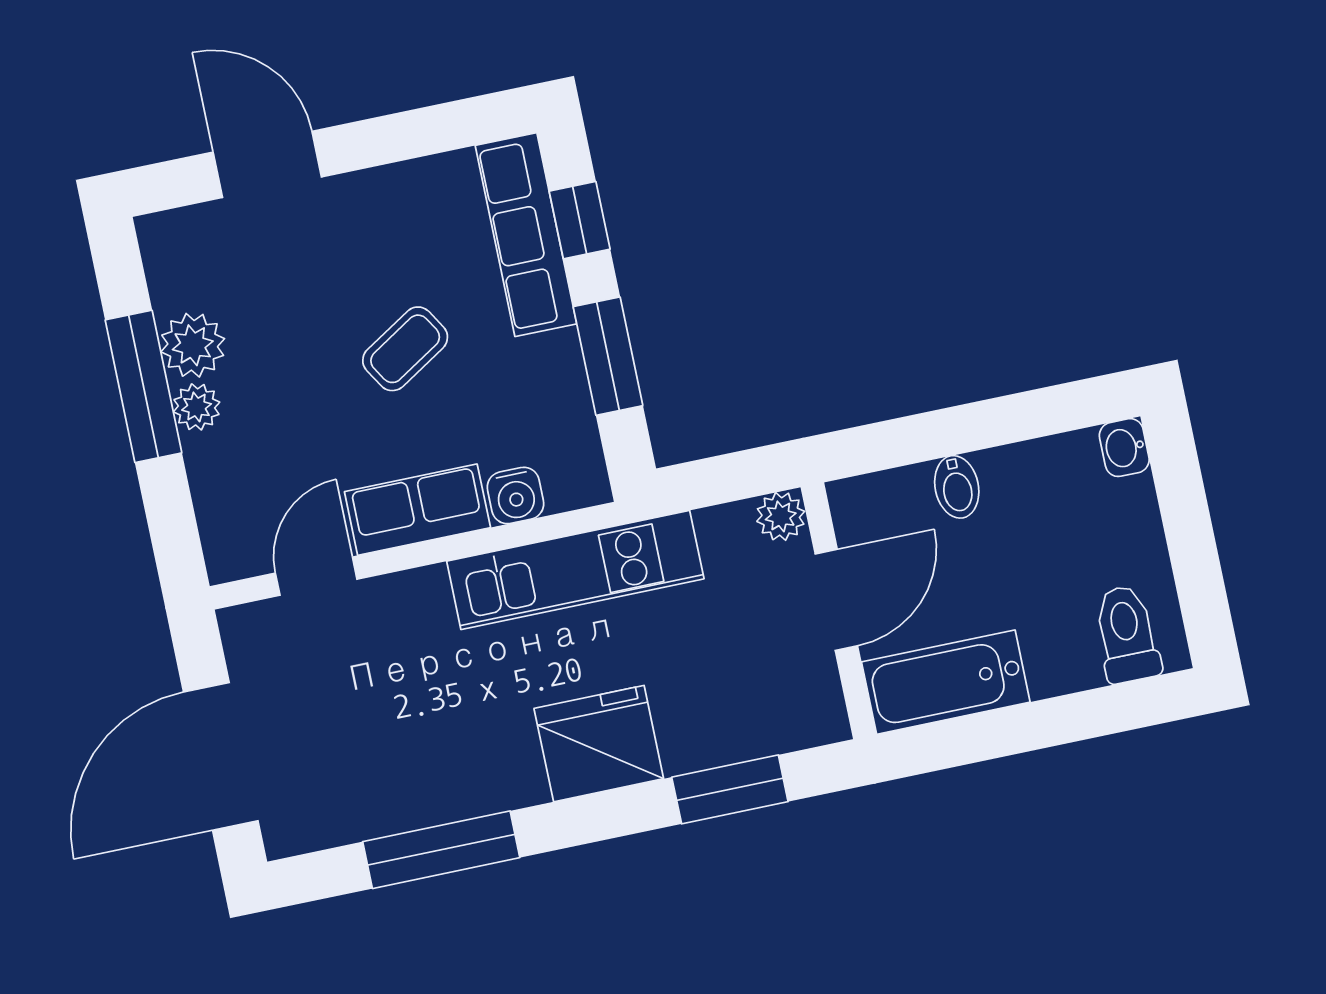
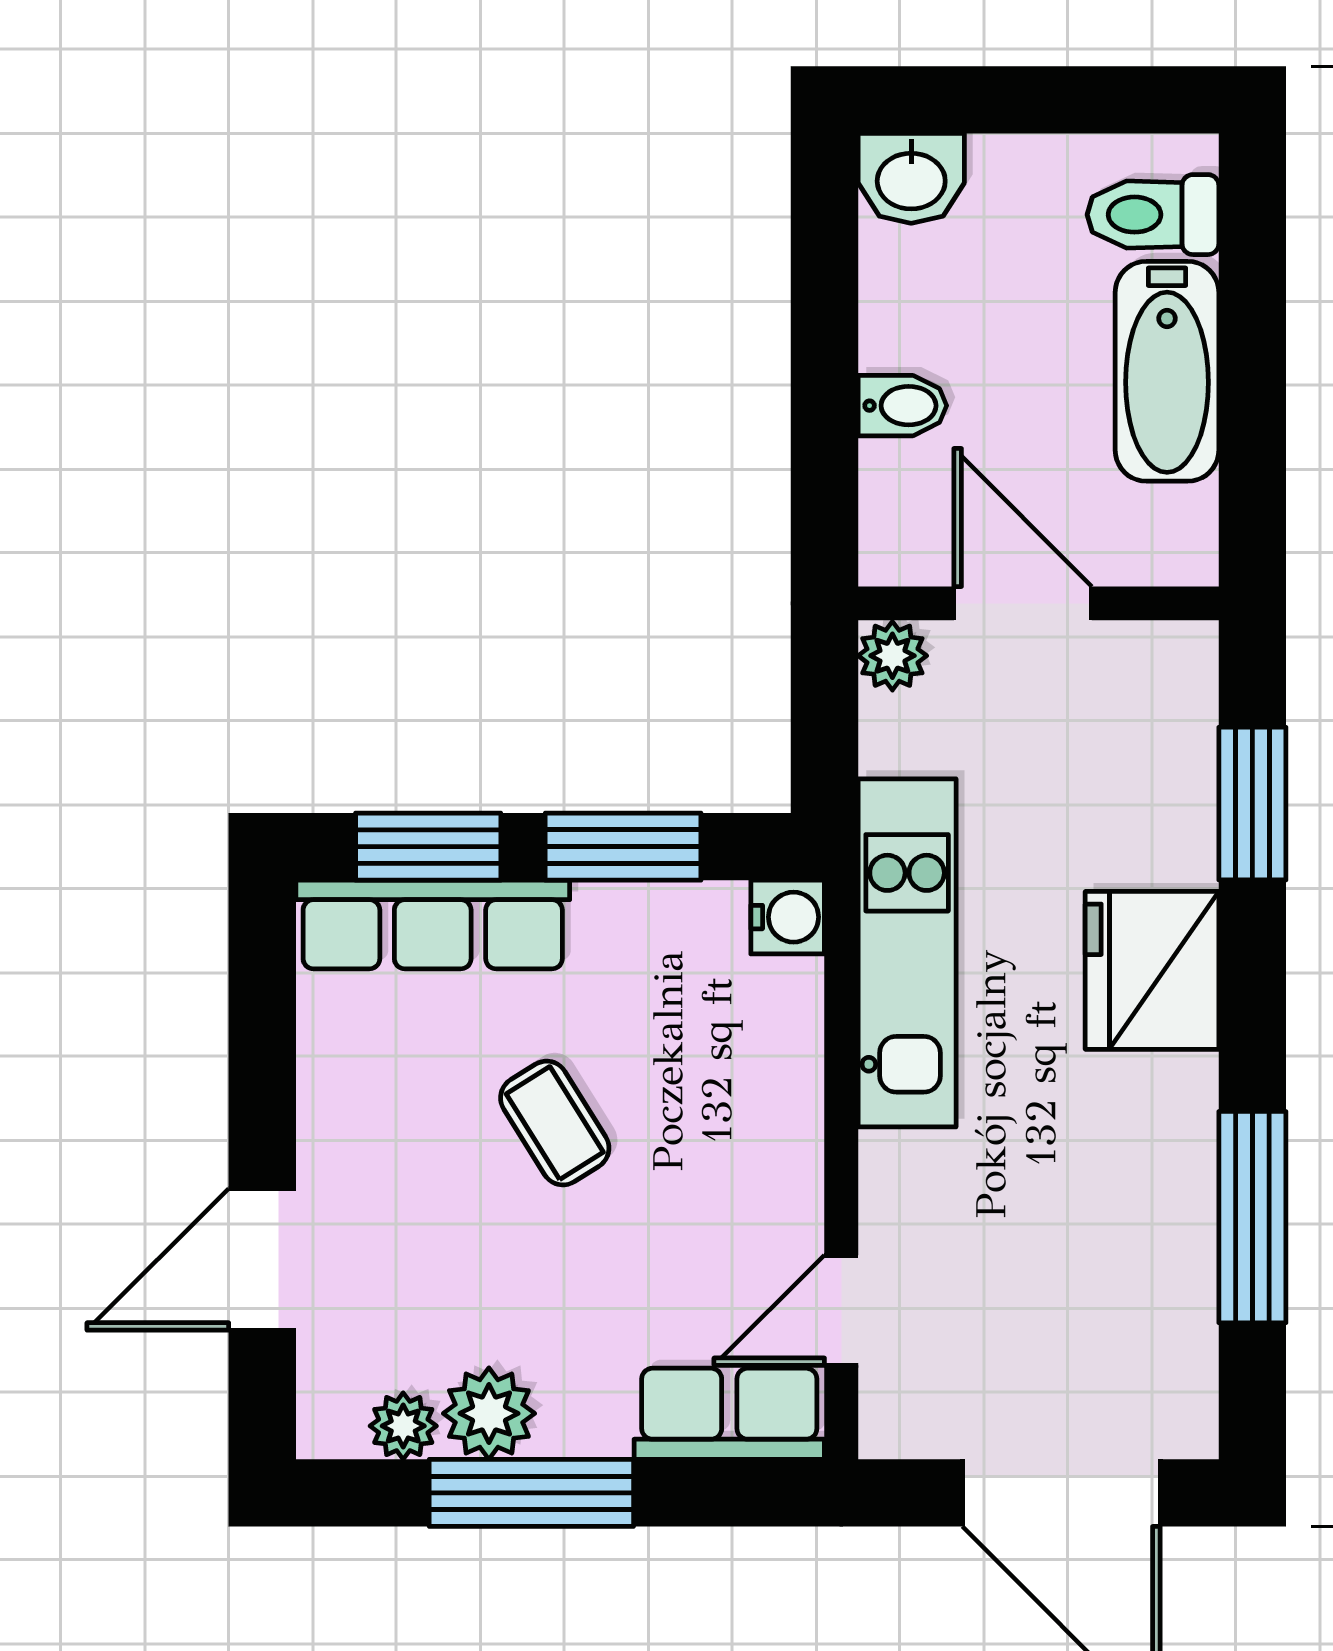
window: (580, 220) -> (428, 847), width x1.50
plant: (197, 407) -> (403, 1426), moved
washbasin: (1124, 448) -> (911, 178), width x1.38, depth x1.45
water cooler: (516, 495) -> (788, 917), moved
row of seats: (417, 510) -> (729, 1414), moved, turned 90
door: (316, 576) -> (841, 1310), hinge flipped
bathtub: (946, 682) -> (1167, 371), moved

